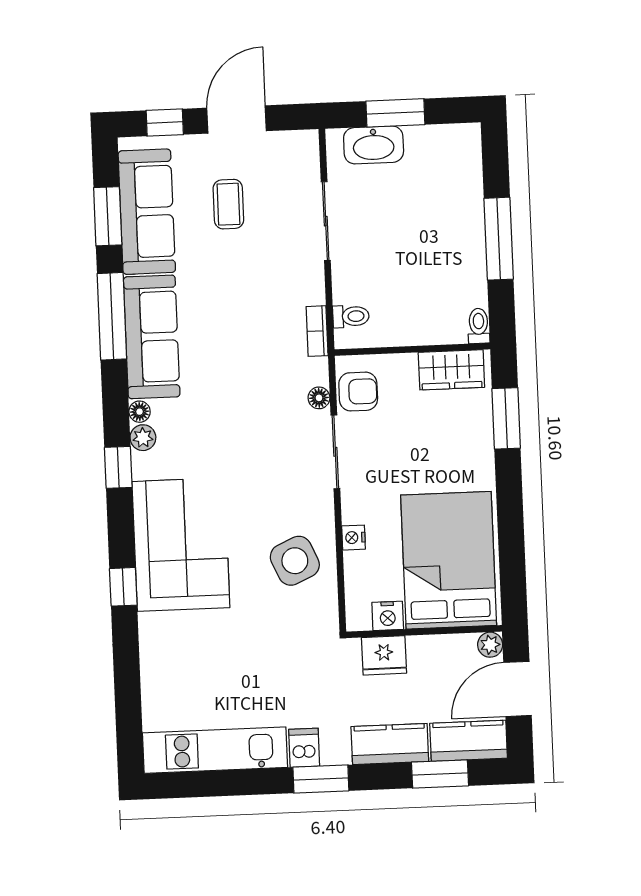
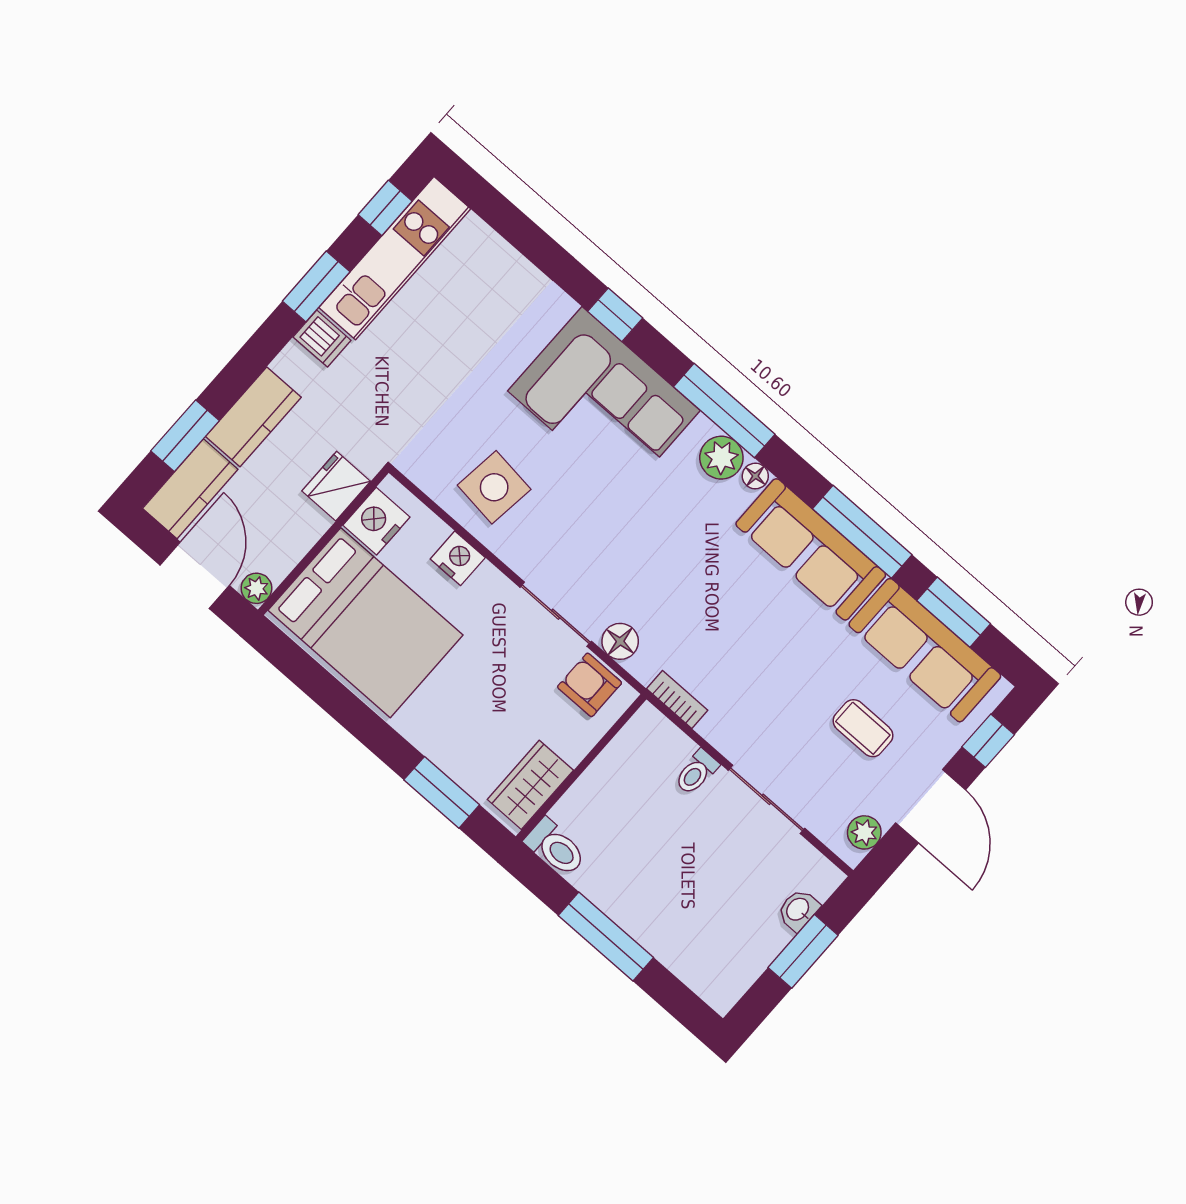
plant: (290, 144) -> (864, 832), added
washbasin: (374, 145) -> (798, 910), width x0.52, depth x0.69
toilet: (351, 316) -> (696, 772), moved
toilet: (479, 326) -> (555, 847), width x1.37, depth x1.39
armchair: (358, 392) -> (590, 685), turned 90
floor lamp: (319, 398) -> (620, 641), width x1.37, depth x1.37
plant: (143, 438) -> (721, 458), width x1.38, depth x1.38
window: (118, 467) -> (724, 411), width x2.17
nightstand: (354, 538) -> (458, 558), width x1.39, depth x1.35
side table: (295, 561) -> (494, 487), turned 31
nightstand: (388, 616) -> (376, 521), width x1.36, depth x1.33
window: (321, 779) -> (316, 286), moved
window: (190, 784) -> (385, 208), added

